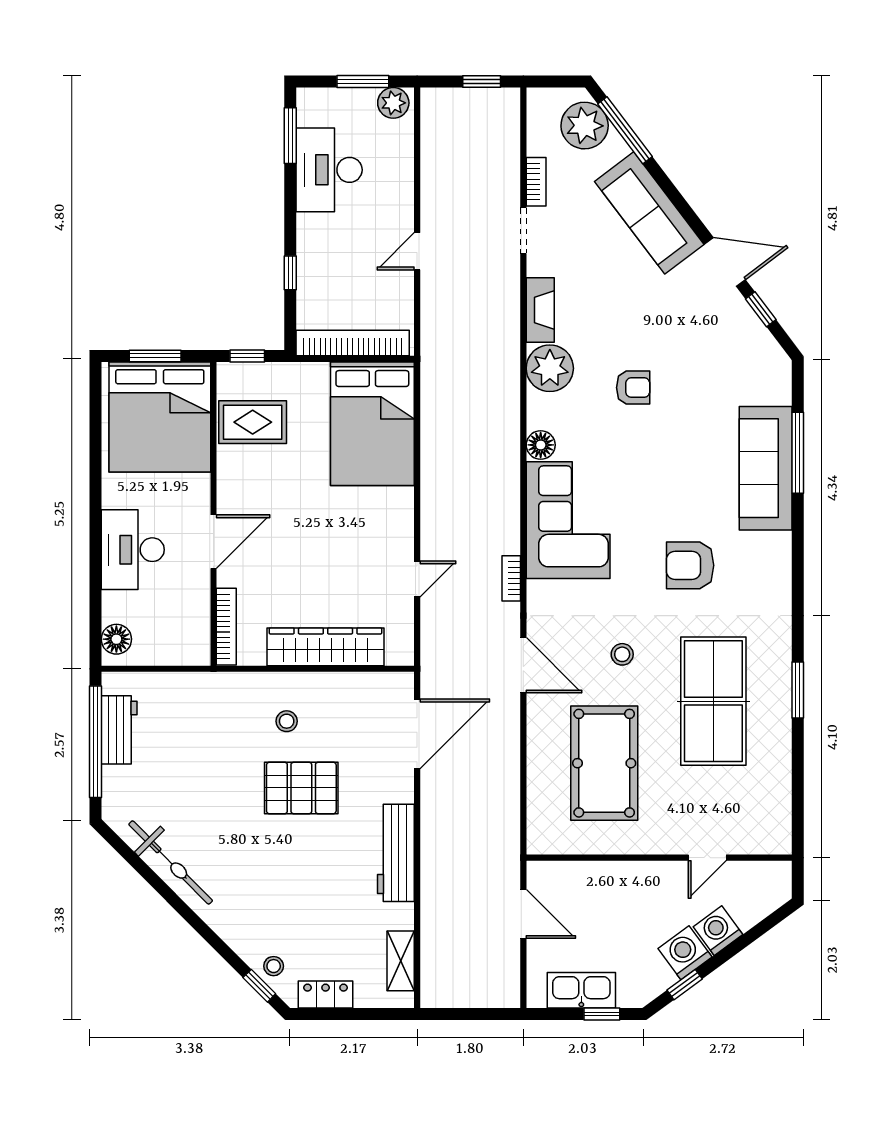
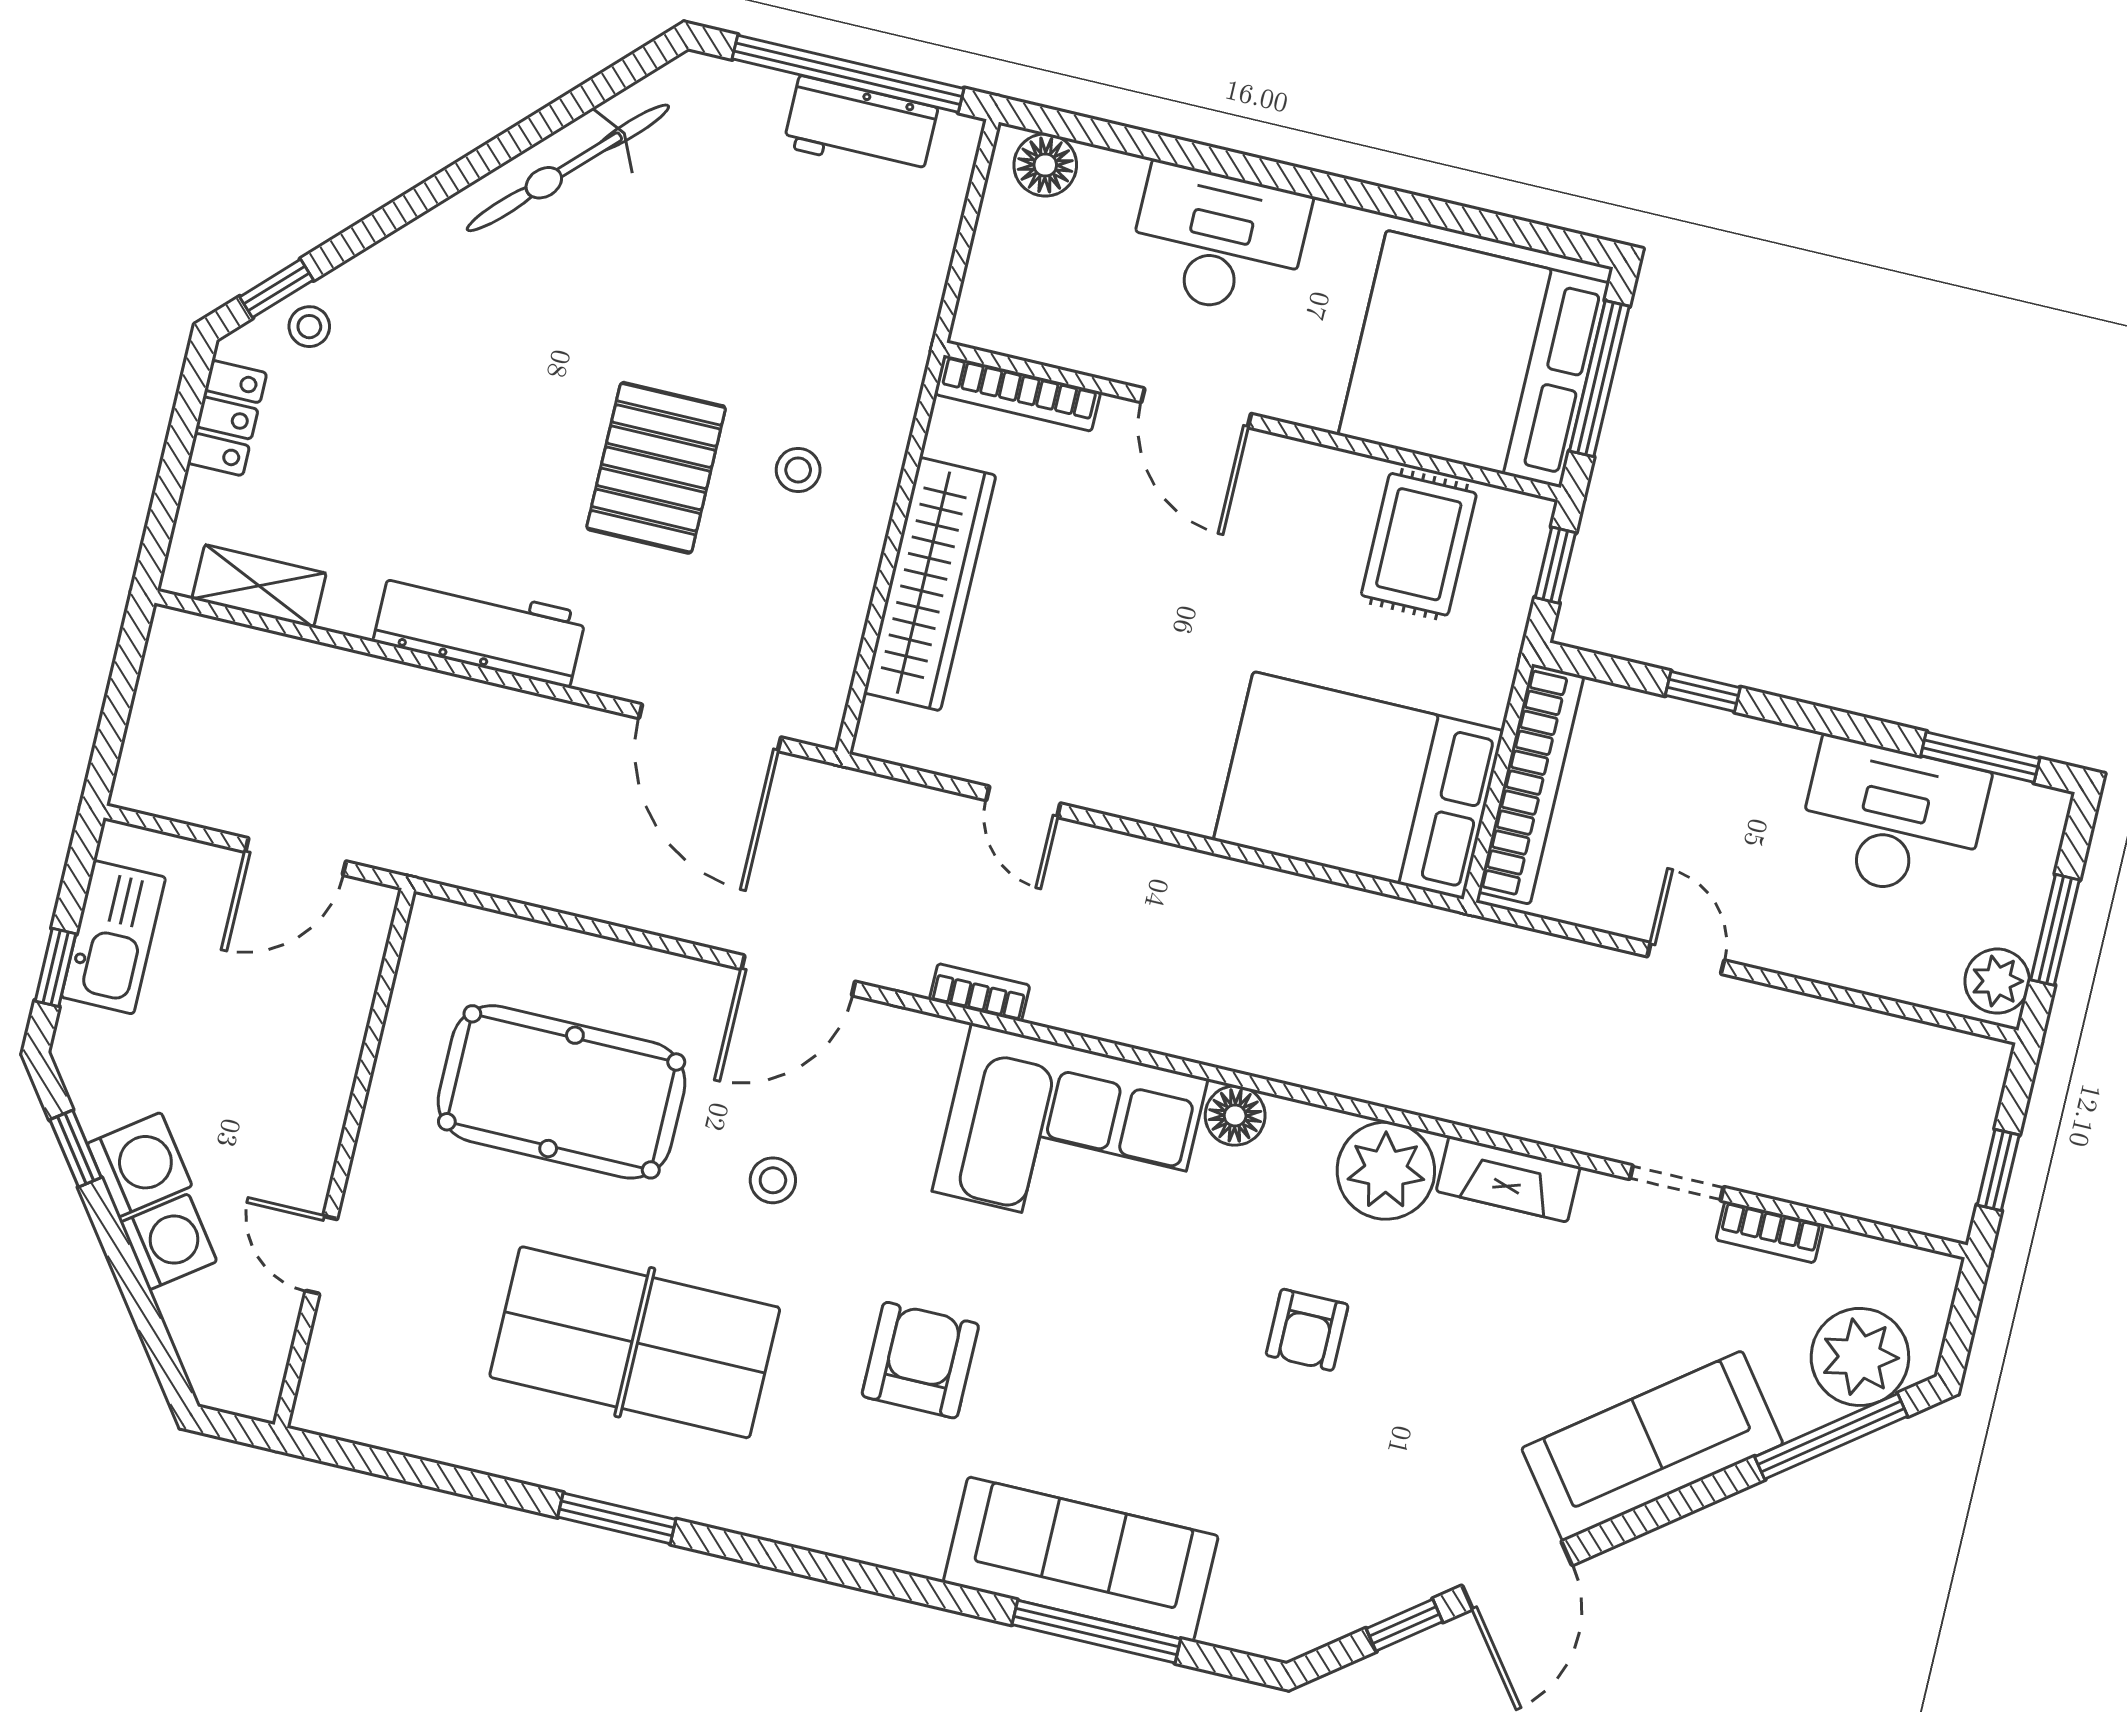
window: (155, 356) -> (1599, 379), width x1.44

